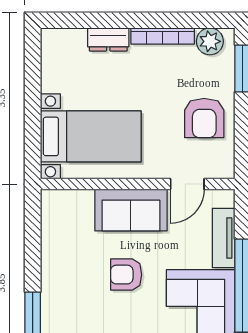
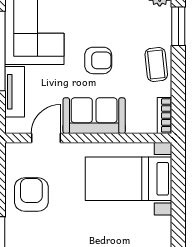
bookcase: (49, 210) -> (165, 115), added
coffee table: (58, 270) -> (156, 64), added

